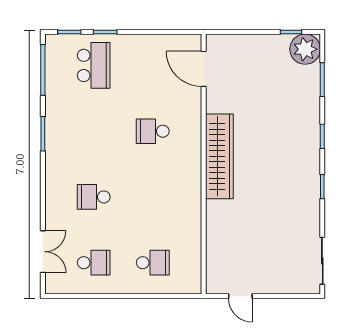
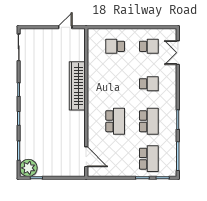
school desk: (94, 65) -> (149, 159), turned 180
school desk: (94, 131) -> (149, 121), added
school desk: (153, 131) -> (115, 121), width x1.85
wardrobe: (219, 156) -> (77, 86), moved
school desk: (94, 263) -> (149, 46), turned 180
door: (240, 296) -> (65, 27), hinge flipped

